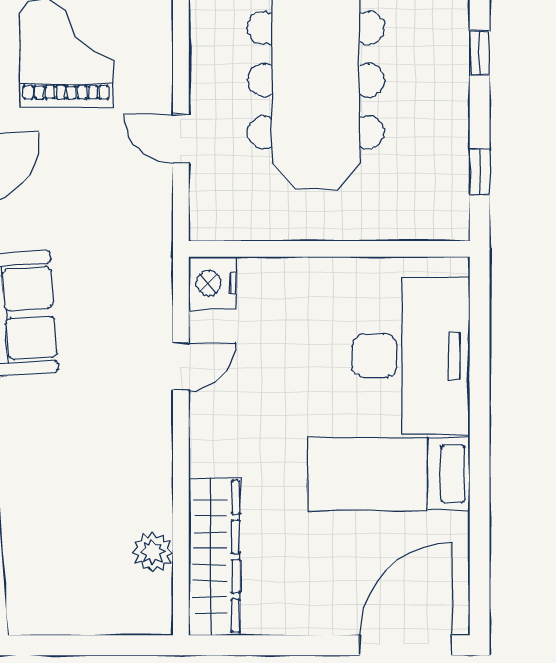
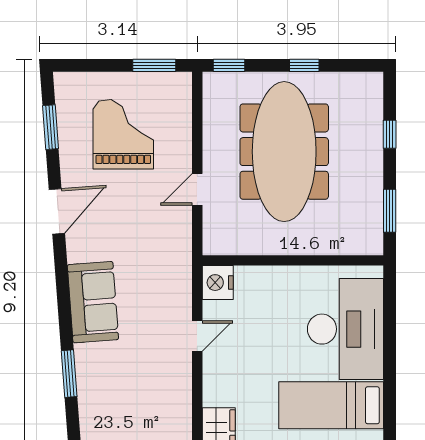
door: (181, 139) -> (197, 189), hinge flipped
window: (480, 172) -> (390, 211), width x1.50

